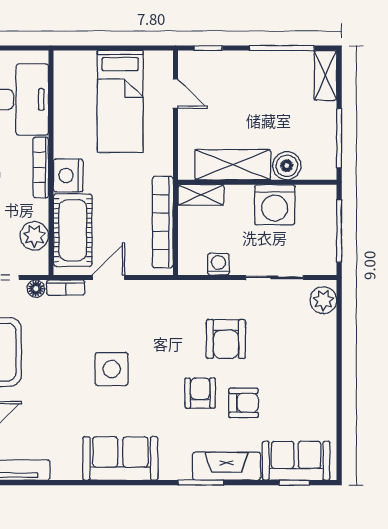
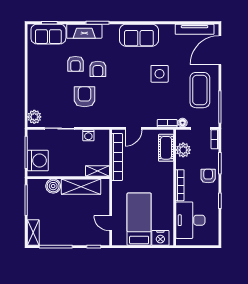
nightstand: (68, 175) -> (160, 238), moved, turned 90
washing machine: (275, 205) -> (38, 161), moved, turned 90
cot: (73, 230) -> (166, 148), width x0.73, depth x0.75
door: (108, 278) -> (134, 128), moved
side table: (112, 369) -> (160, 74), moved
armchair: (243, 403) -> (75, 64), turned -90

